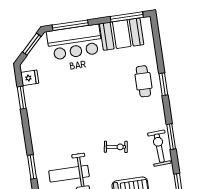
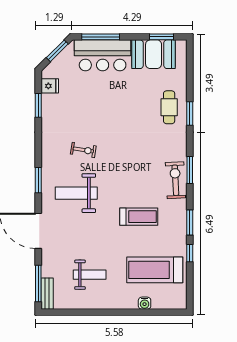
window: (127, 17) -> (162, 37), width x0.69
exercise bike: (116, 147) -> (83, 150), moved

